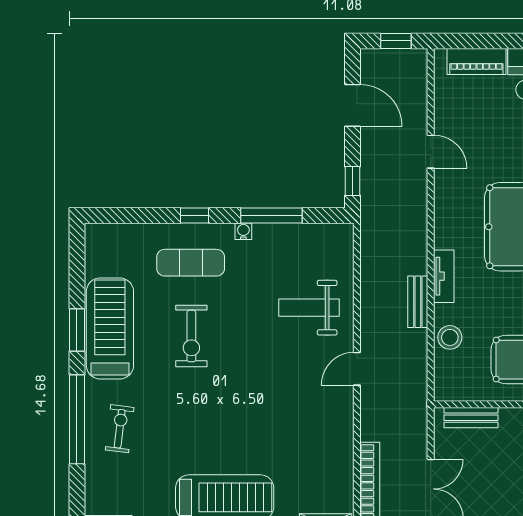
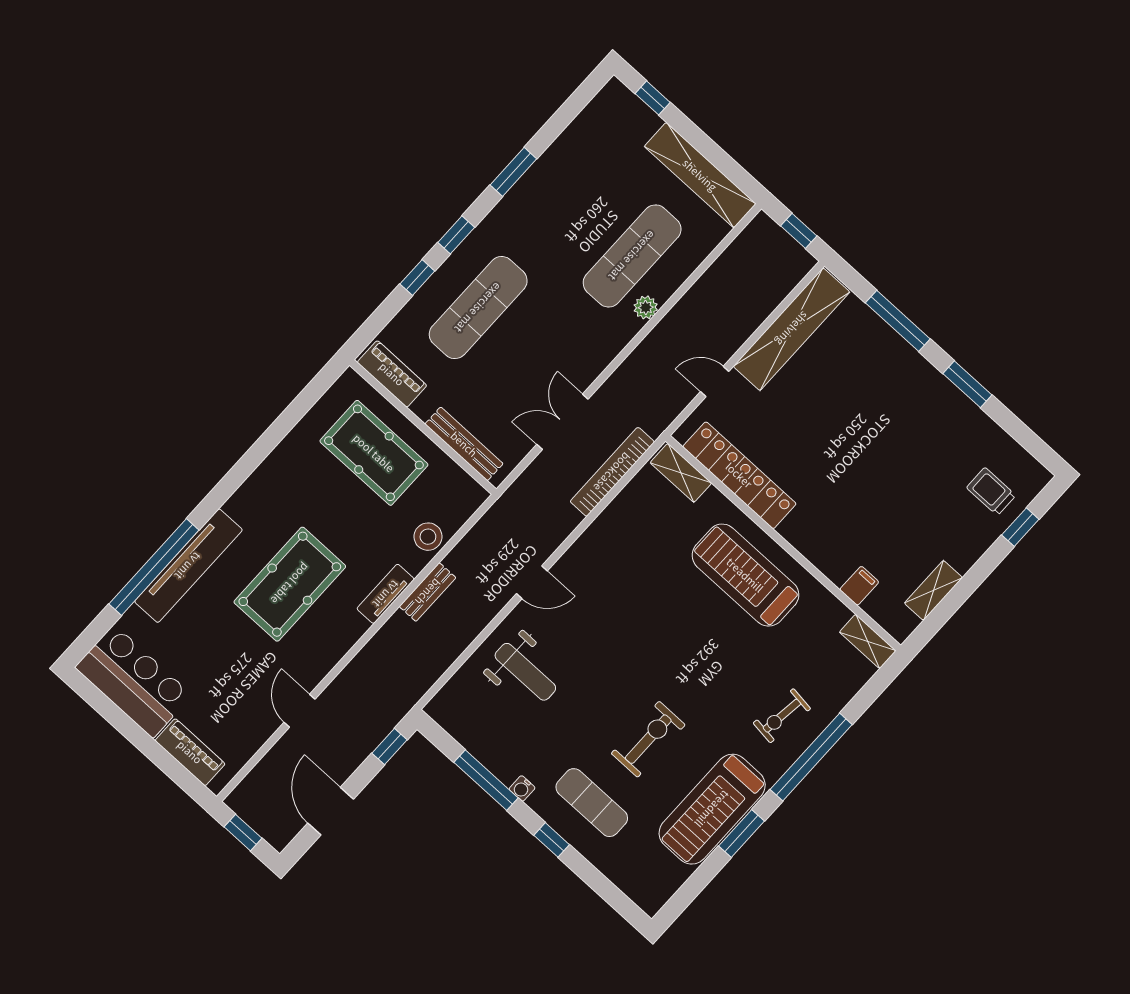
bench: (471, 418) -> (464, 444), width x1.36

